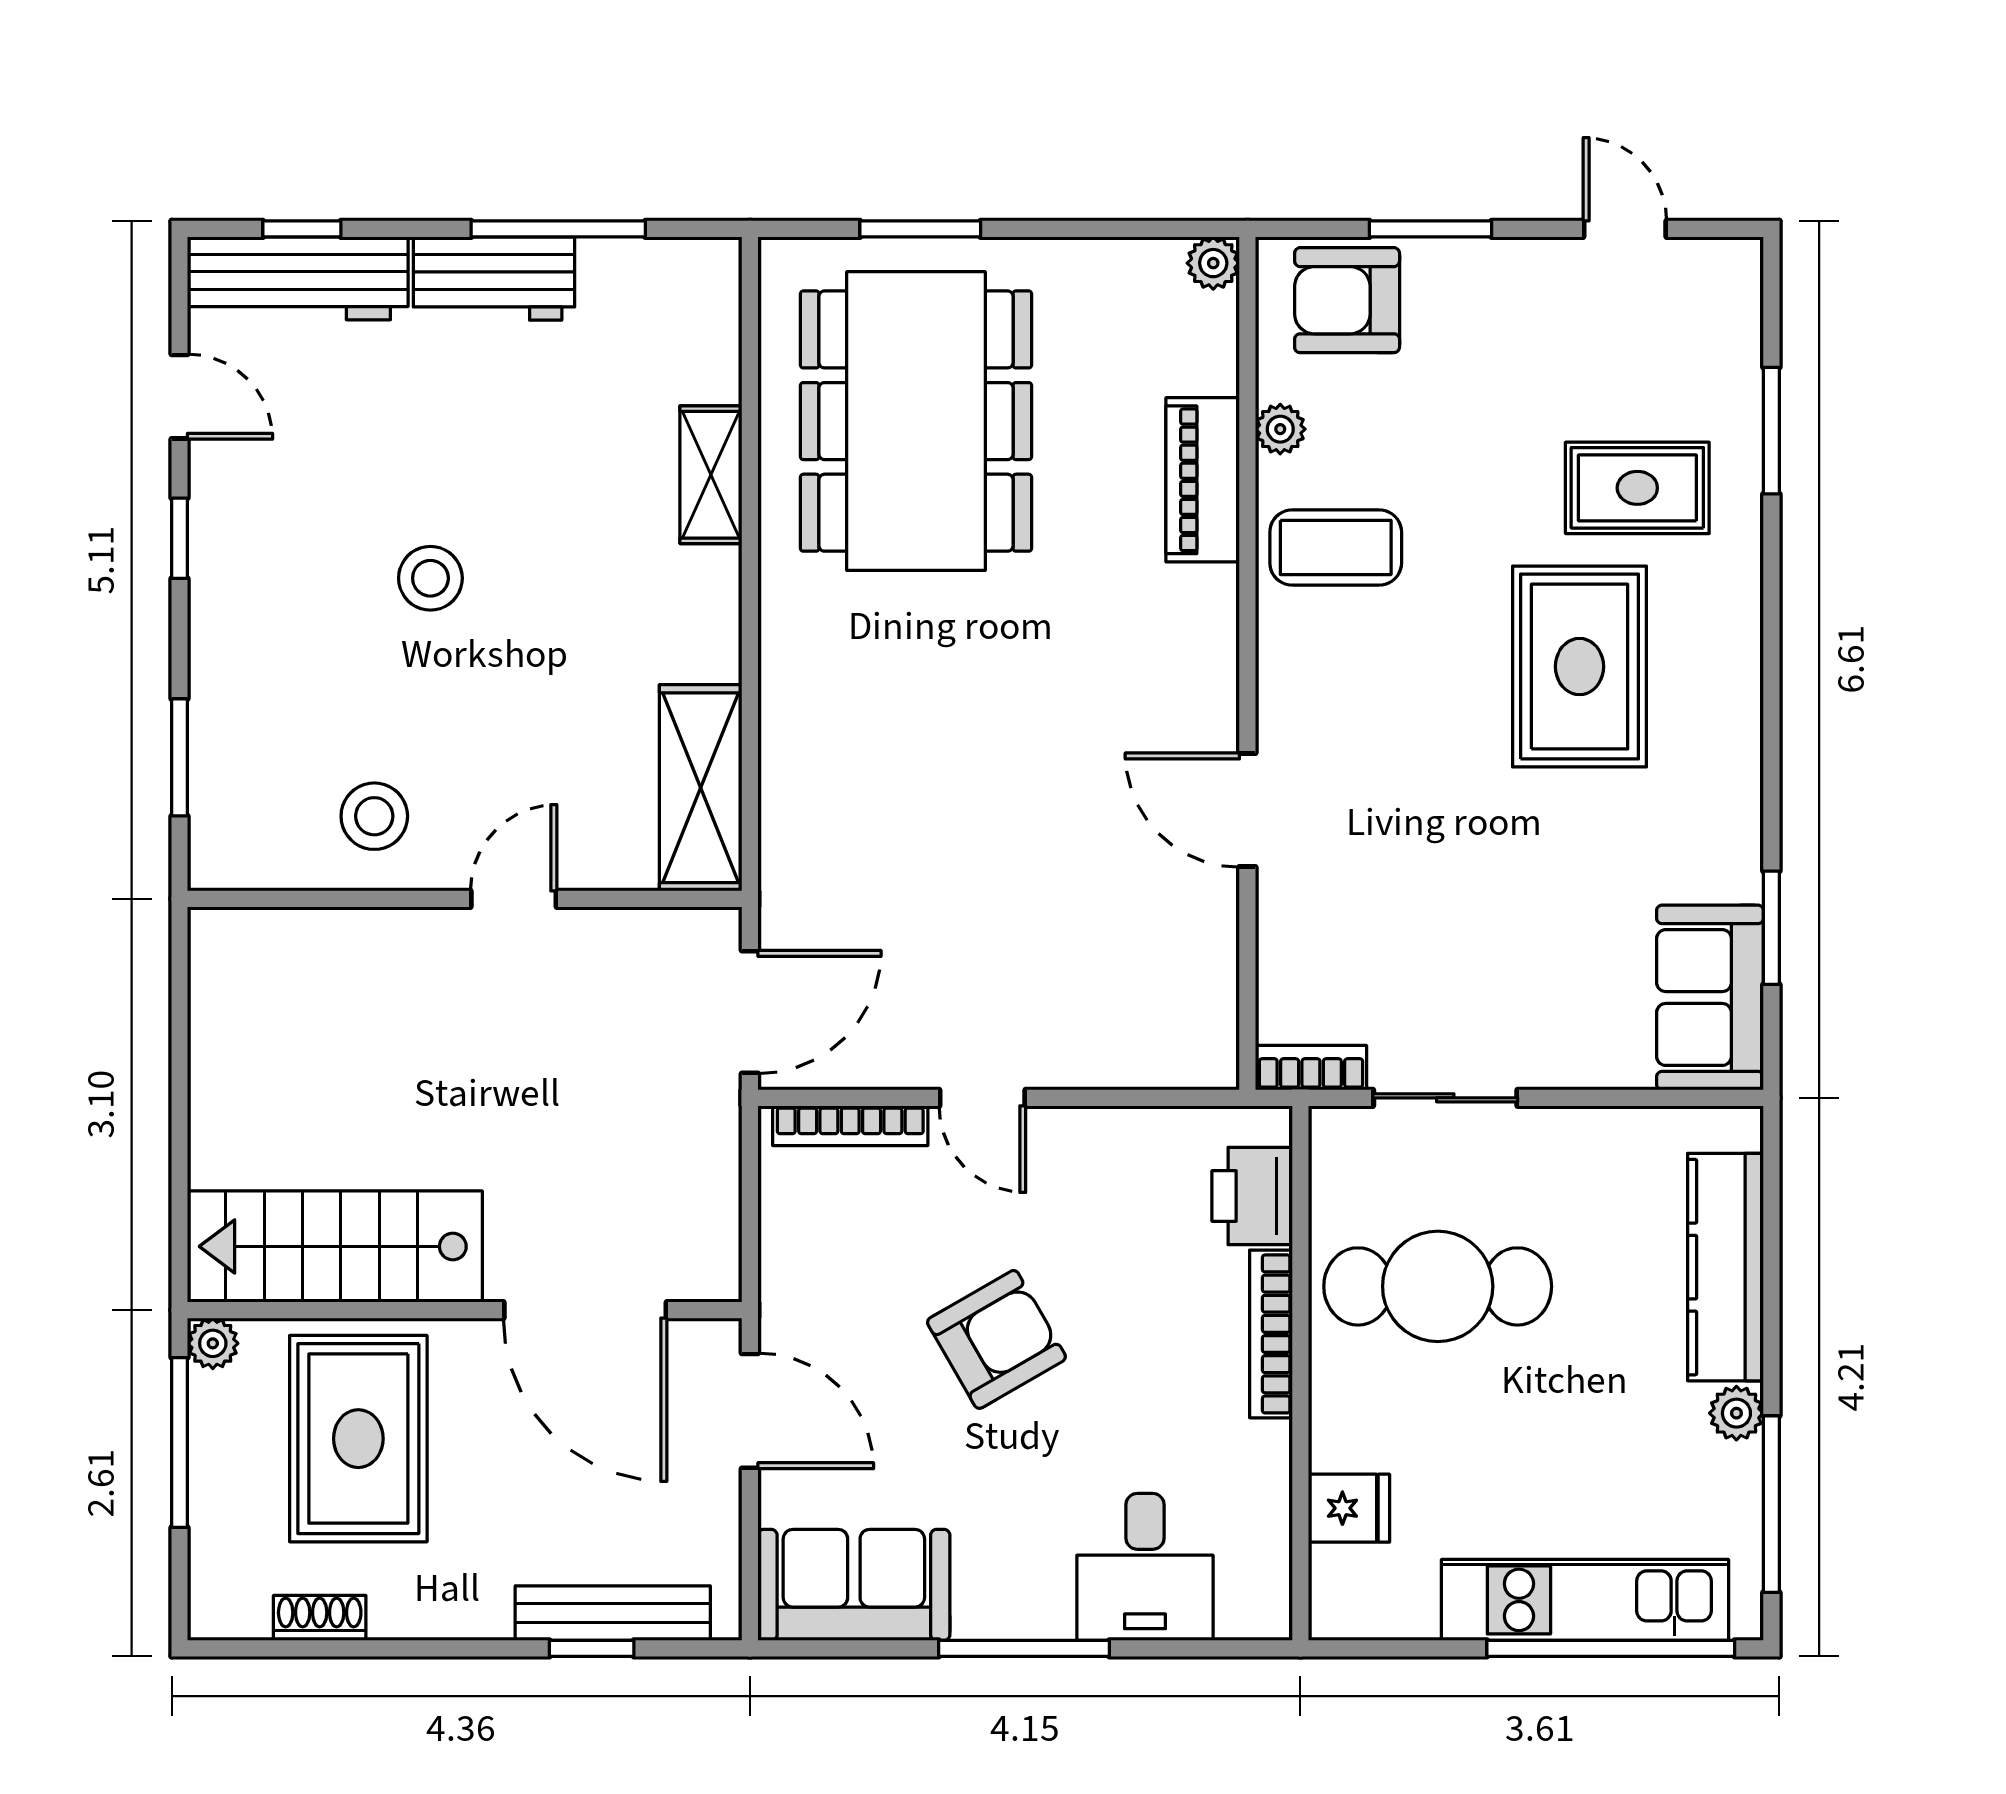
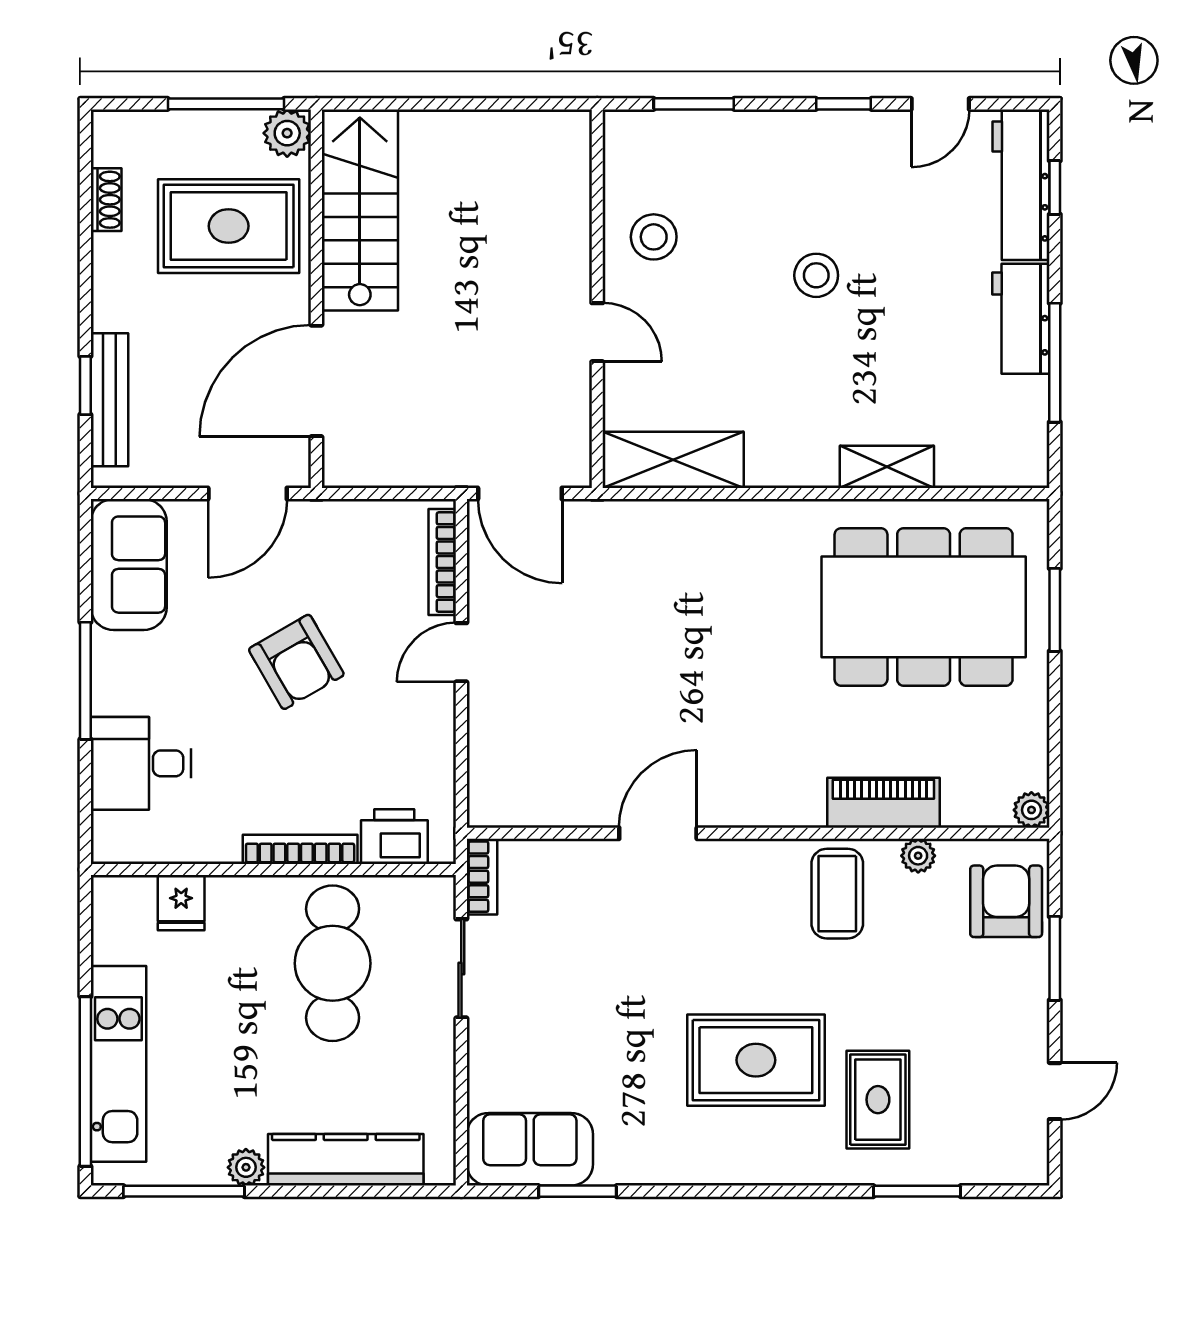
plant: (213, 1343) -> (287, 133), width x1.38, depth x1.38

